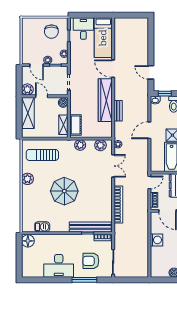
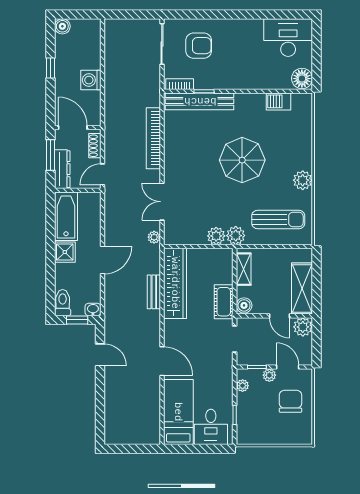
chair: (51, 32) -> (290, 401), moved
wardrobe: (105, 100) -> (175, 283), moved
cot: (76, 125) -> (224, 302), moved
plant: (100, 145) -> (236, 236), moved
desk: (59, 266) -> (288, 38), moved
window: (84, 280) -> (209, 14), removed

